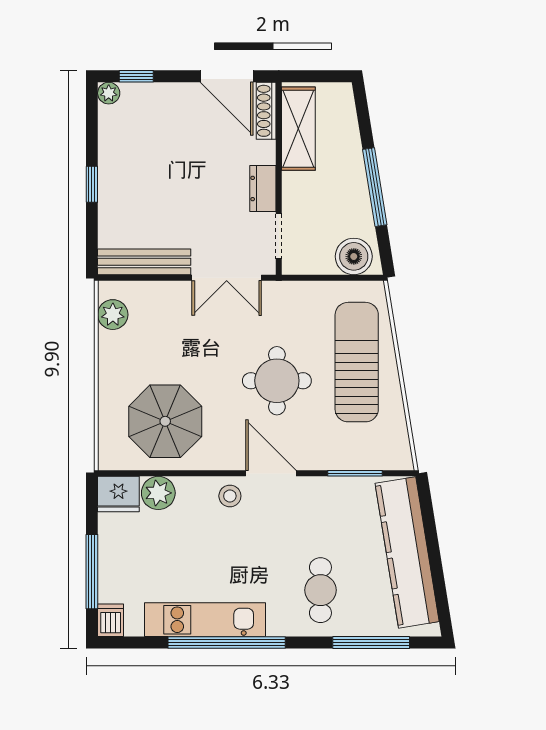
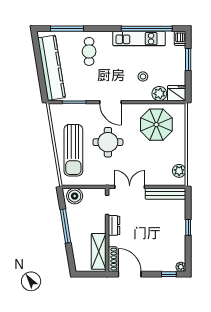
stool: (230, 496) -> (143, 76), moved
window: (92, 572) -> (188, 59), width x0.69
window: (227, 643) -> (147, 29), moved

